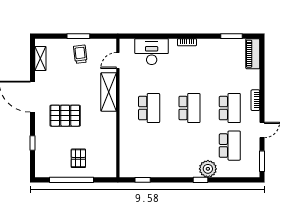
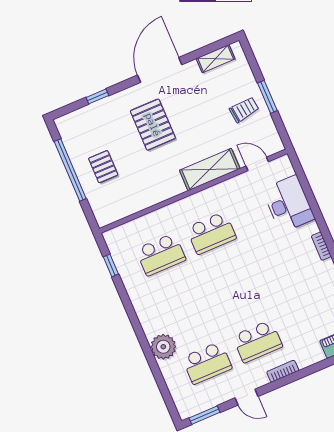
school desk: (189, 108) -> (161, 254), moved
pallet: (78, 158) -> (103, 167), turned 90
window: (200, 180) -> (144, 343), removed

